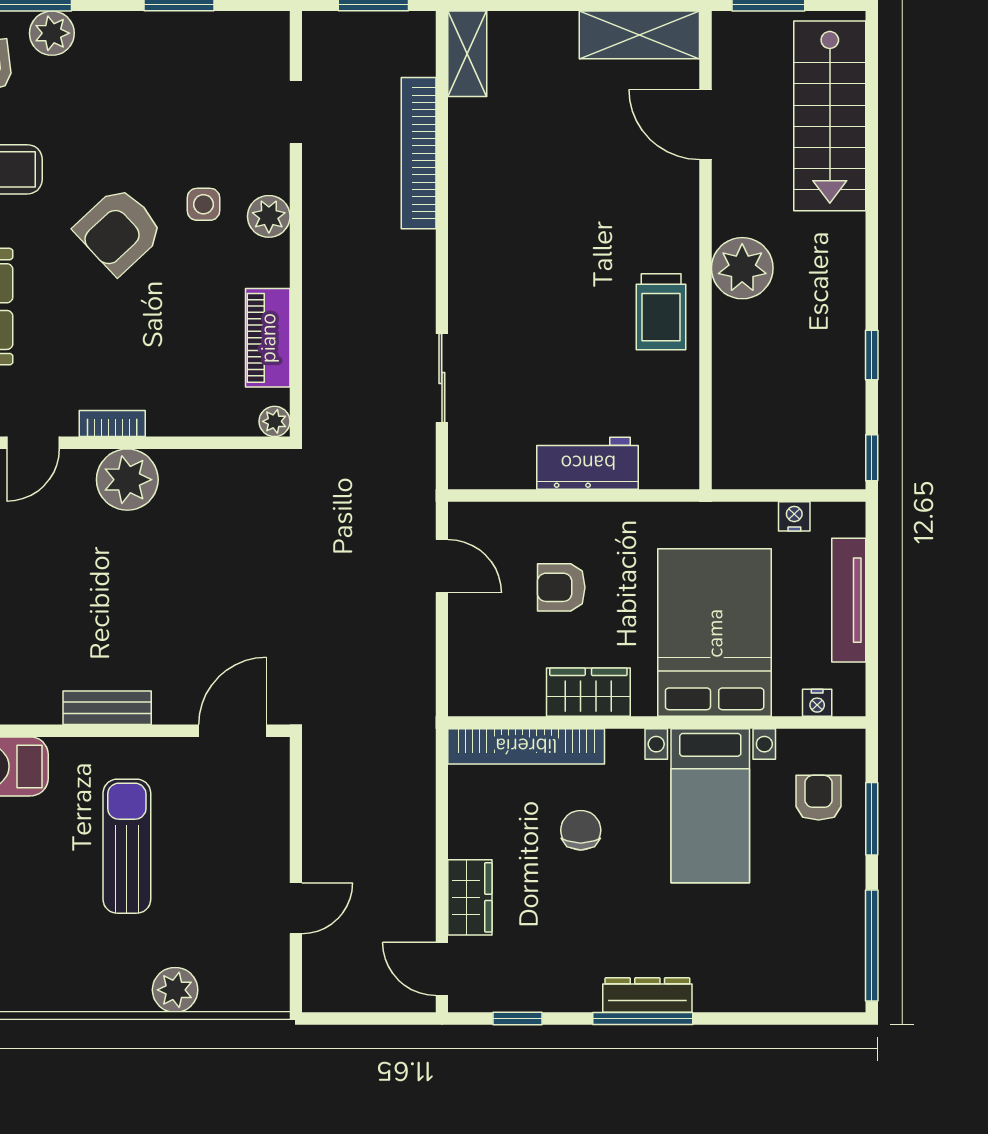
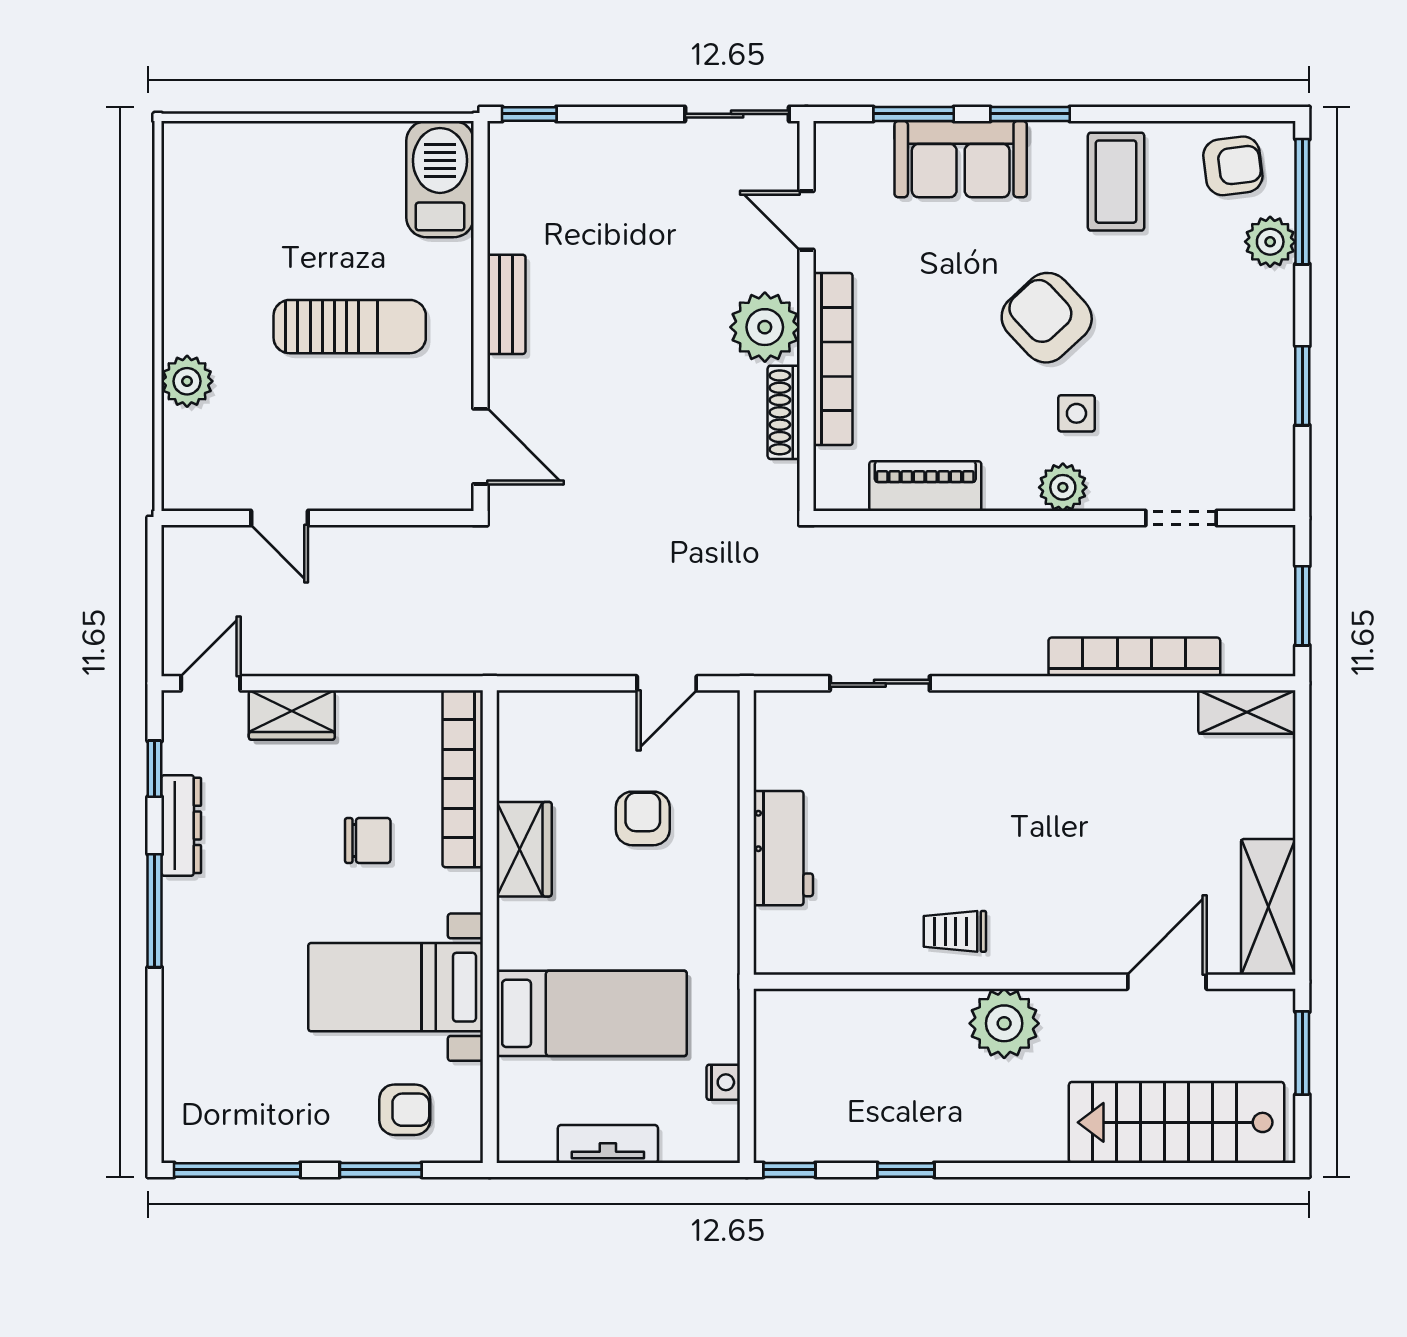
trolley: (661, 312) -> (955, 931), width x0.73, depth x0.72
plant: (275, 421) -> (831, 494), removed
bookcase: (112, 424) -> (833, 359), width x2.31, depth x1.31
shoe rack: (203, 463) -> (784, 412), added
tv unit: (849, 600) -> (608, 1144), width x0.71
bed: (715, 633) -> (592, 1013), width x0.67
nightstand: (817, 703) -> (512, 1108), removed
dresser: (647, 995) -> (181, 825), moved

